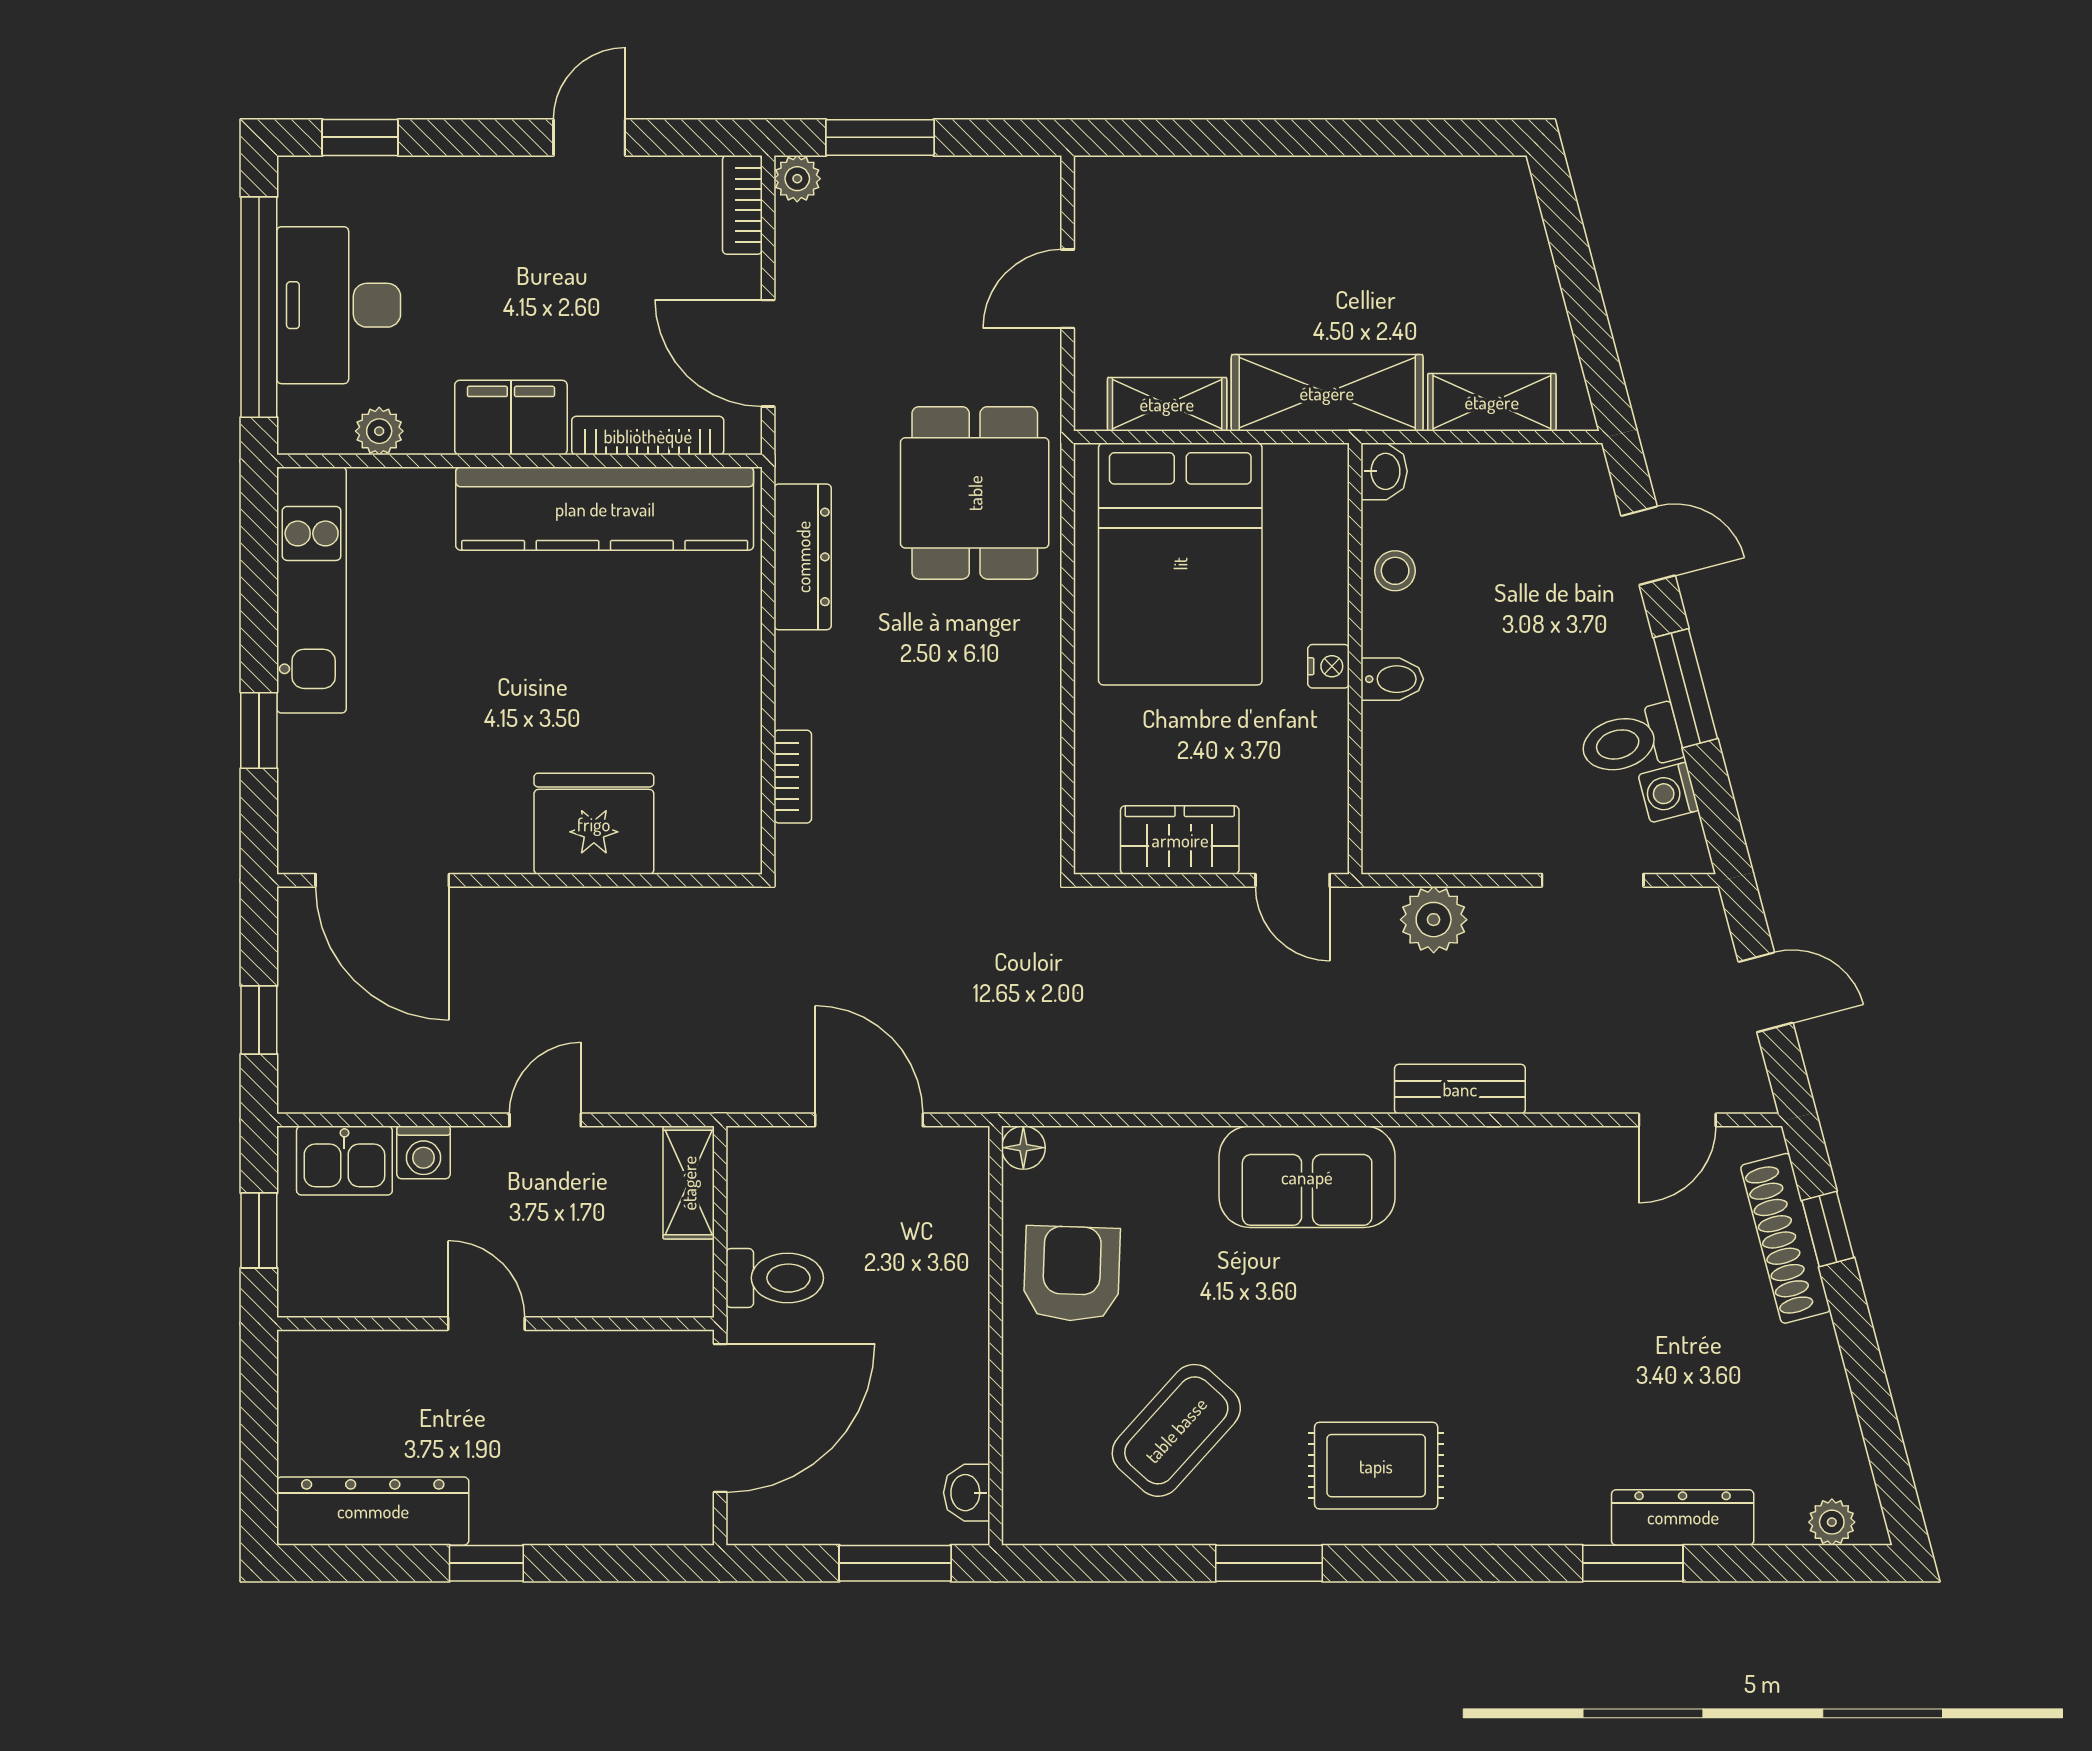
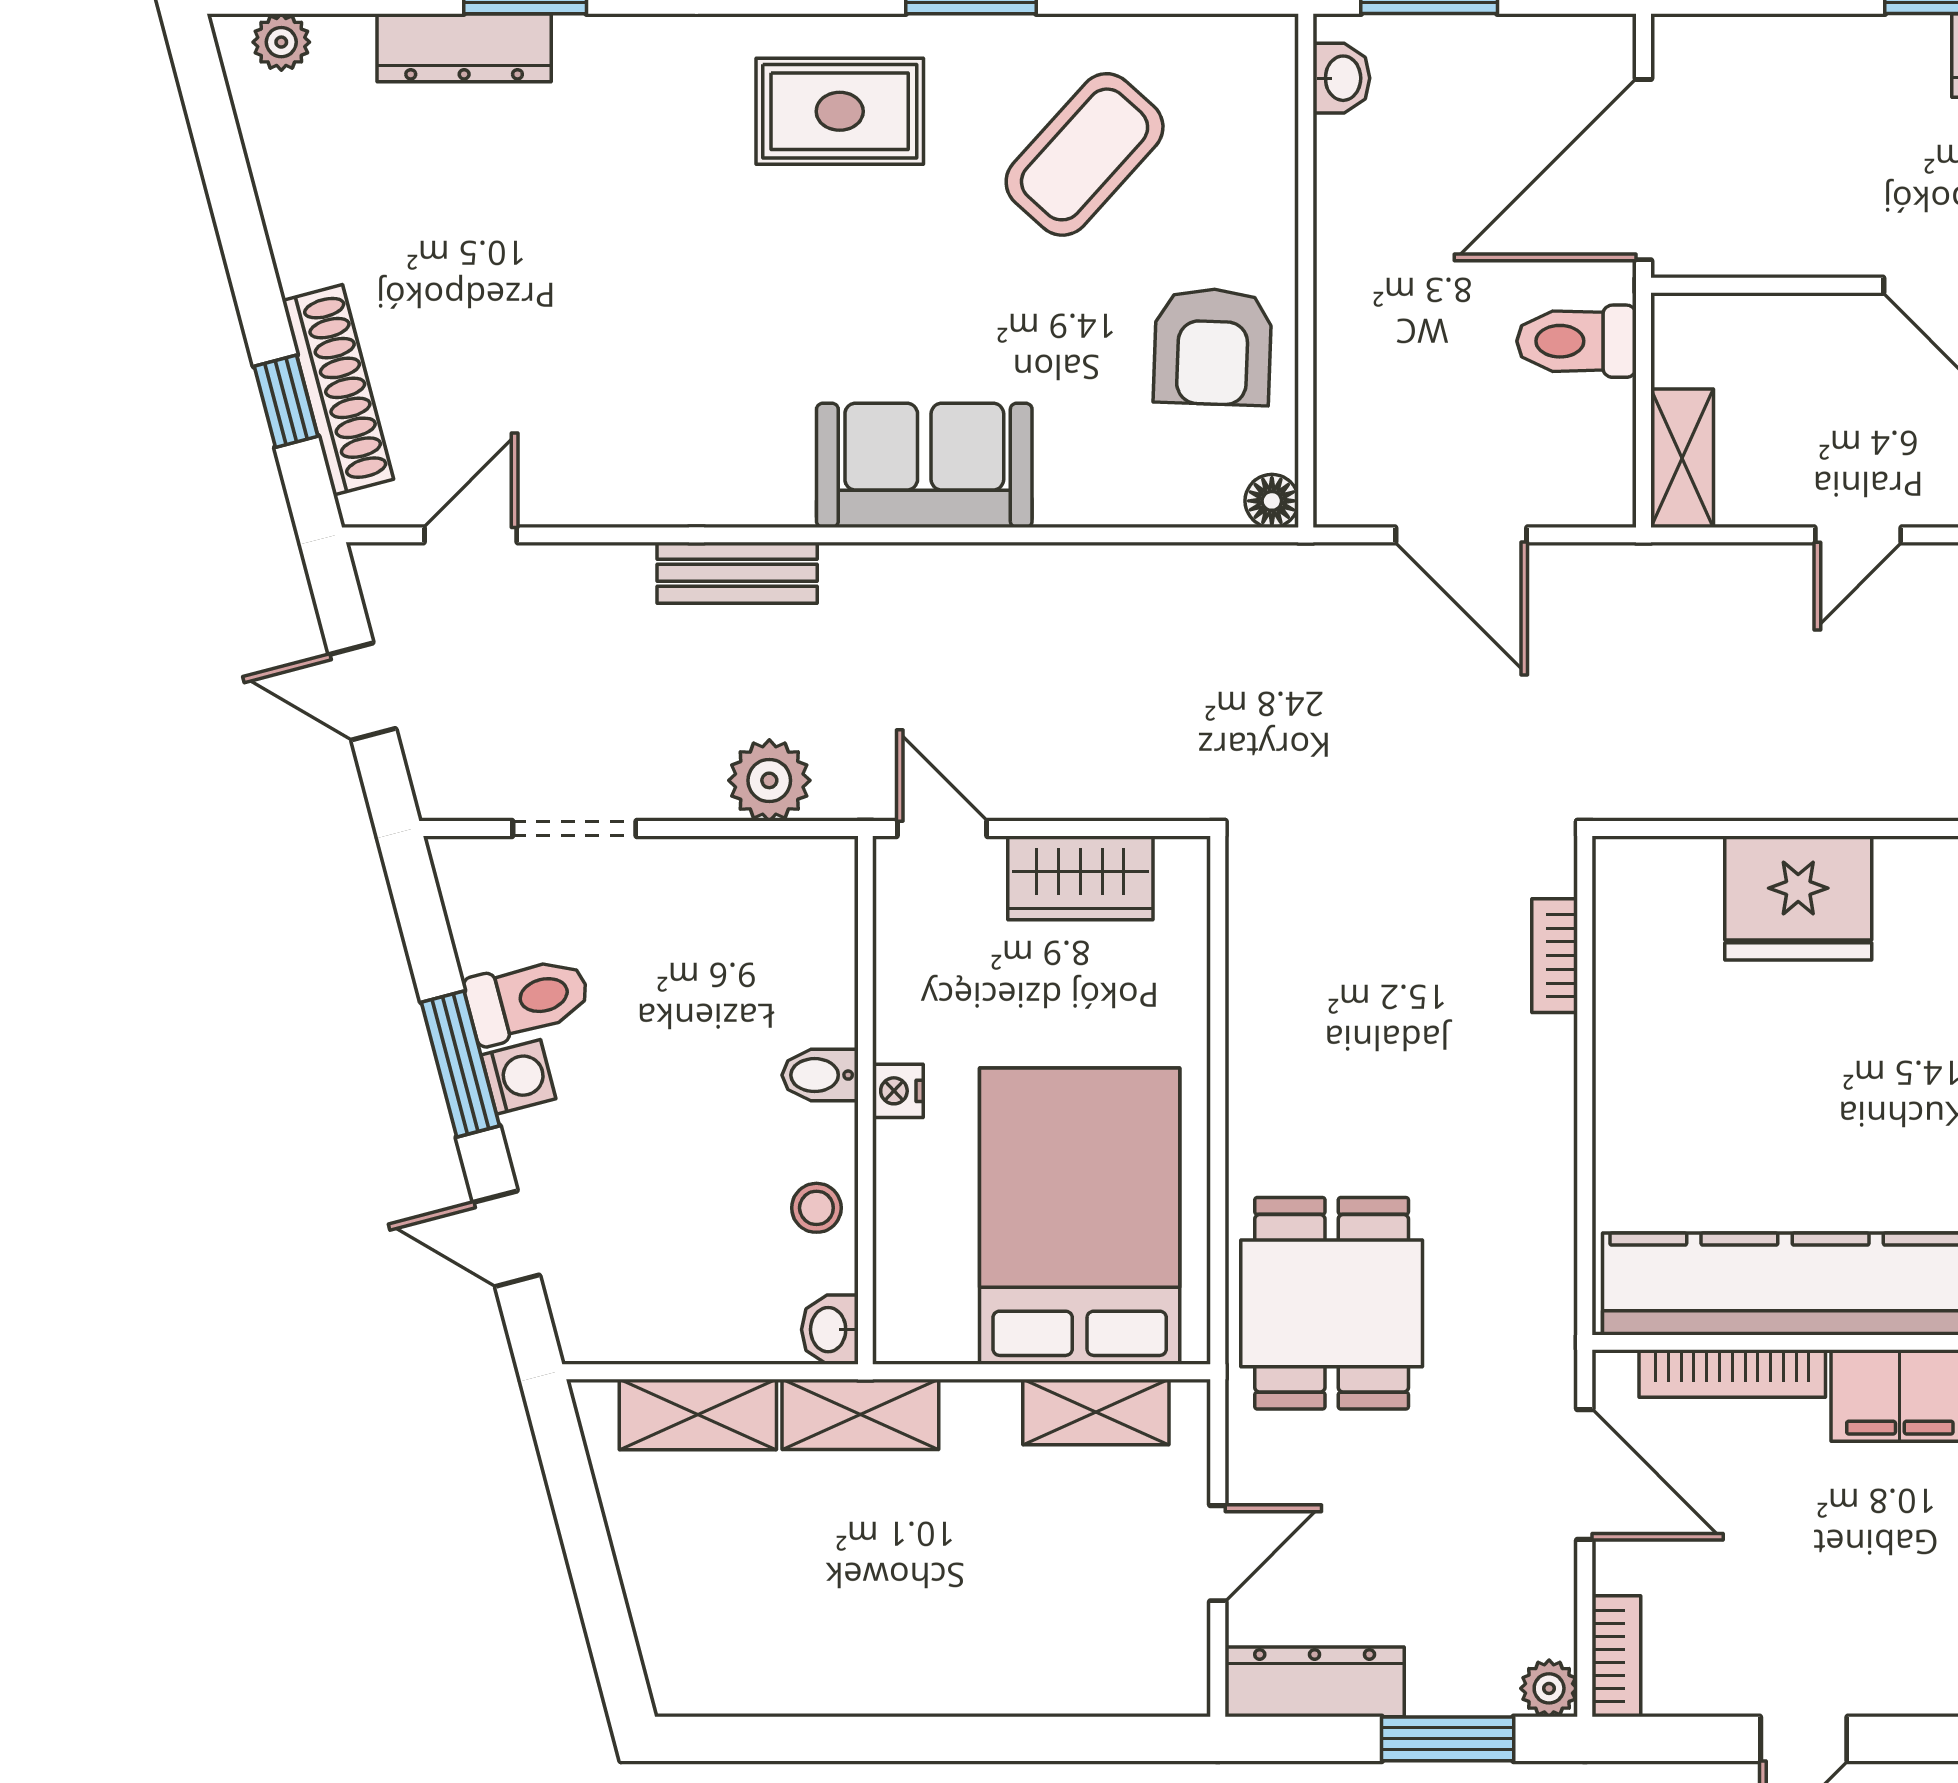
shelving: (1327, 393) -> (860, 1414), width x0.67, depth x0.75
dresser: (803, 557) -> (1315, 1682), moved, turned 90
washing machine: (1669, 792) -> (518, 1077), moved

